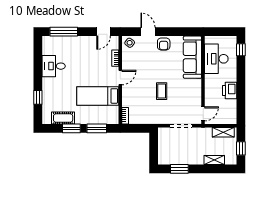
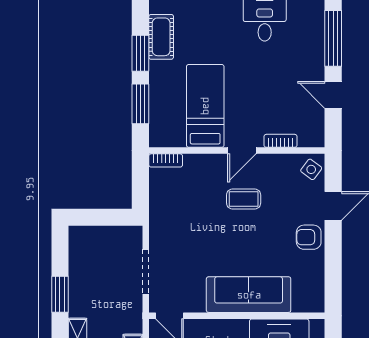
door: (104, 32) -> (333, 95), moved
sofa: (192, 57) -> (249, 295), moved
door: (120, 78) -> (242, 151), hinge flipped
coffee table: (162, 91) -> (244, 199), moved
window: (179, 169) -> (60, 294), moved

